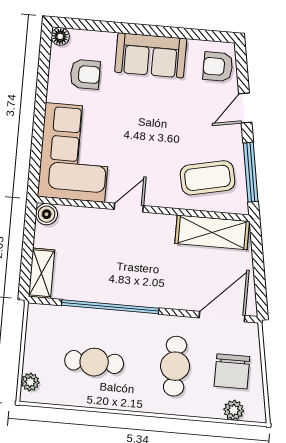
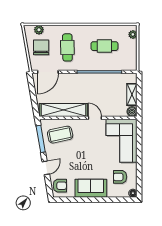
door: (129, 208) -> (95, 118), swing flipped
shelving: (212, 232) -> (63, 110), width x1.47
shelving: (42, 273) -> (132, 95), moved

